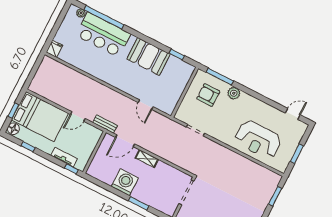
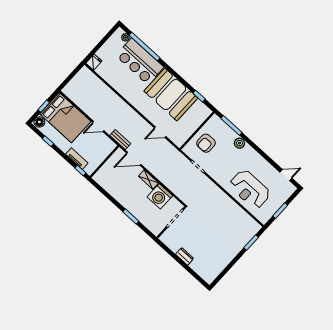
booth: (149, 56) -> (171, 94), width x1.36, depth x1.42
armchair: (208, 95) -> (206, 143), moved, turned -90
door: (146, 105) -> (160, 132), hinge flipped
washing machine: (125, 182) -> (160, 196), moved, turned 180

